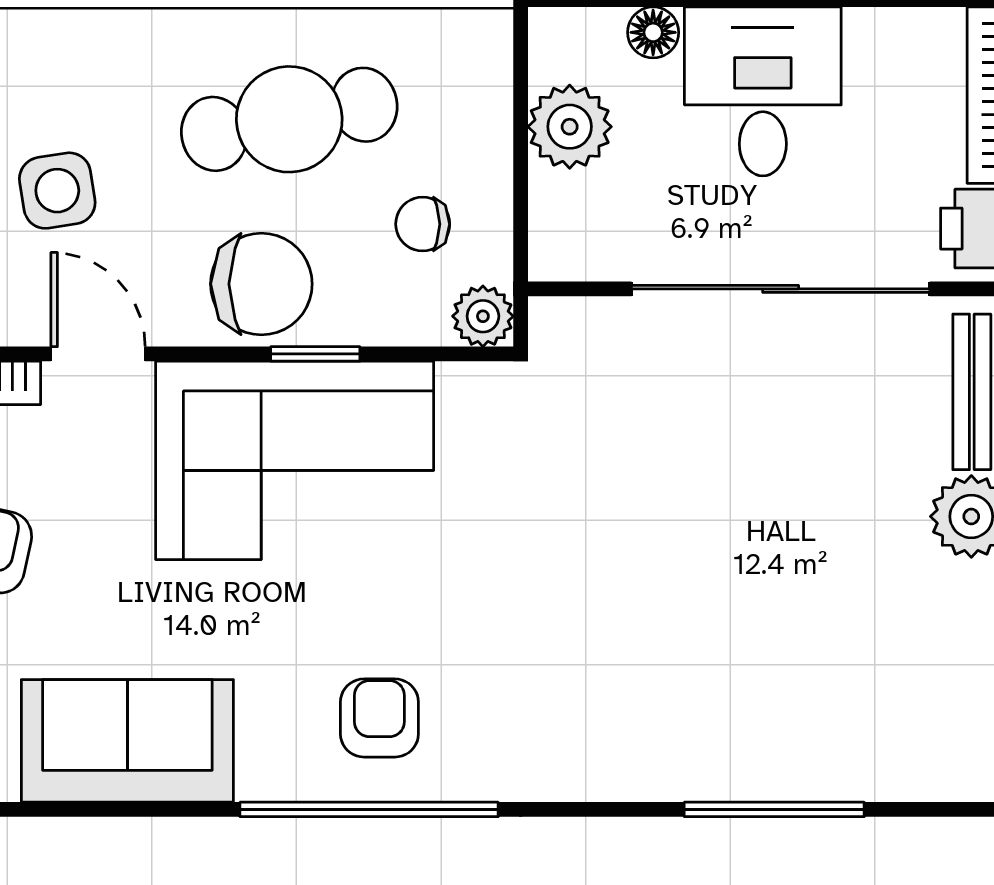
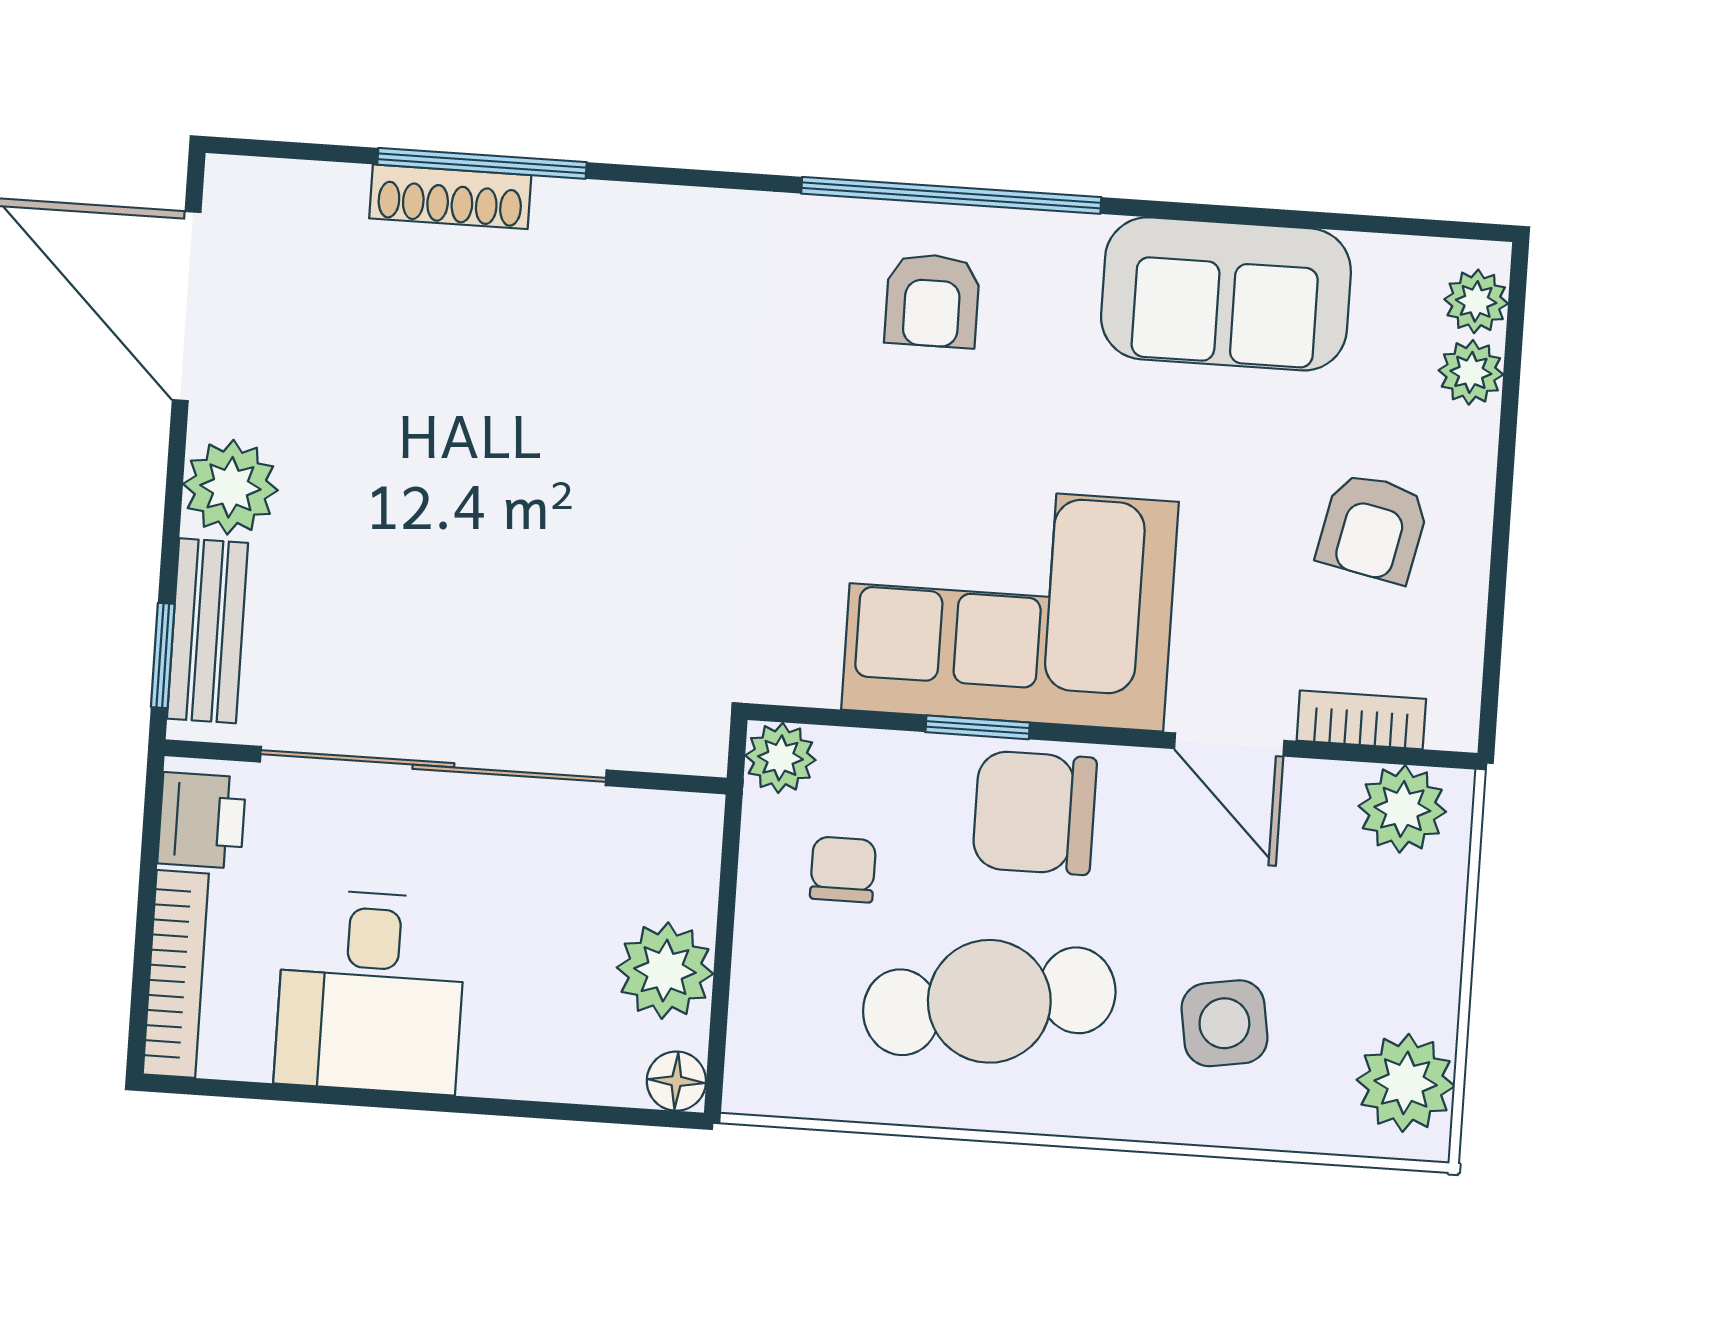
floor lamp: (653, 32) -> (676, 1081), moved
desk: (763, 91) -> (371, 992), moved
side table: (57, 191) -> (1224, 1023), moved
chair: (423, 224) -> (843, 869), turned -90
shoe rack: (799, 779) -> (450, 197), added

